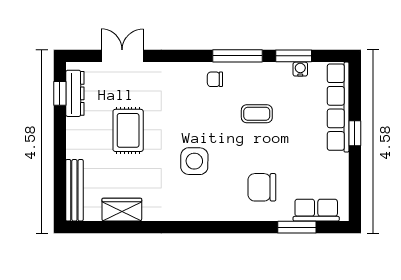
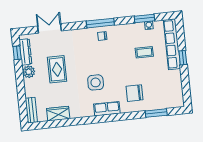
window: (238, 56) -> (100, 23), moved
coffee table: (257, 114) -> (144, 52), moved
plant: (77, 129) -> (29, 72), added
bench: (74, 190) -> (31, 110), width x0.73
row of seats: (316, 210) -> (107, 109), moved

